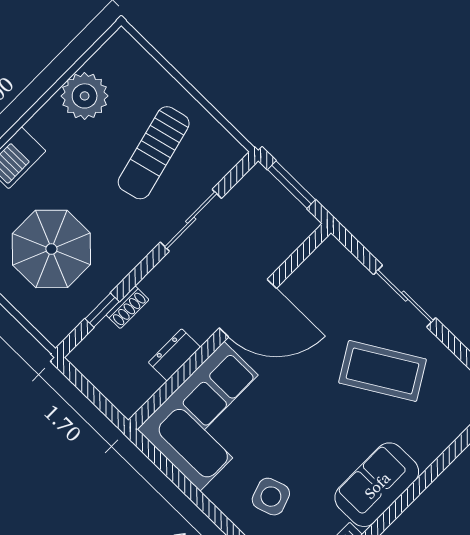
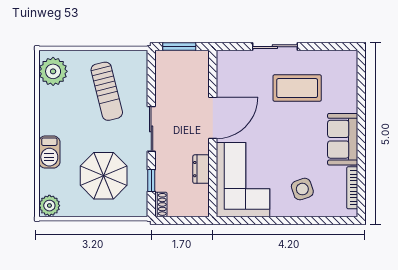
plant: (85, 96) -> (53, 71), moved
sliding door: (191, 220) -> (151, 129), moved
shoe rack: (128, 307) -> (161, 204), moved
coffee table: (383, 371) -> (297, 88), turned 31

